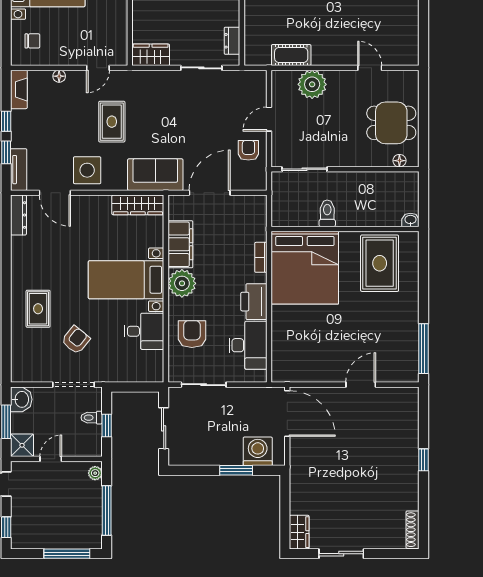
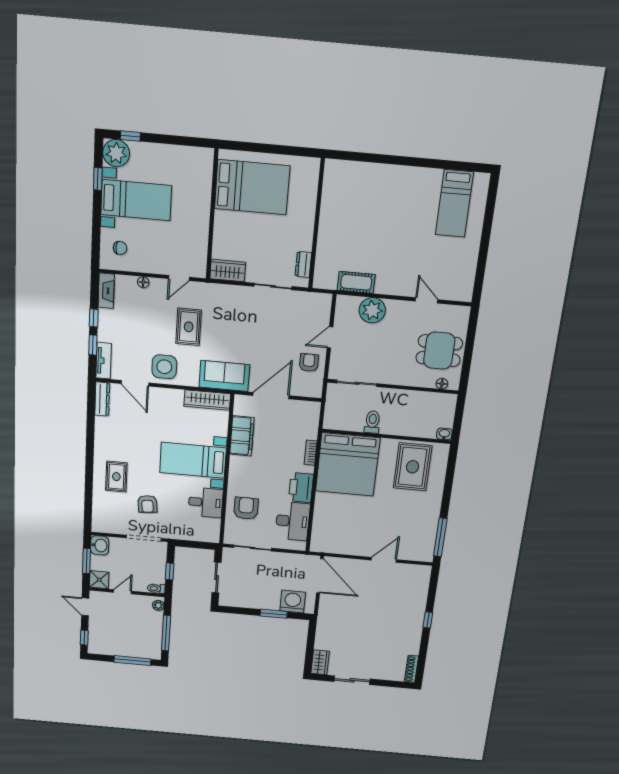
plant: (182, 283) -> (241, 468), removed
armchair: (76, 340) -> (147, 504), turned 135
toilet: (92, 418) -> (156, 588), moved

